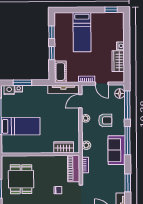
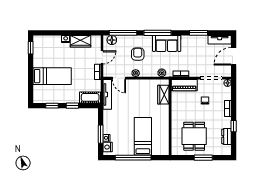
dining table: (21, 179) -> (194, 136), turned 90

